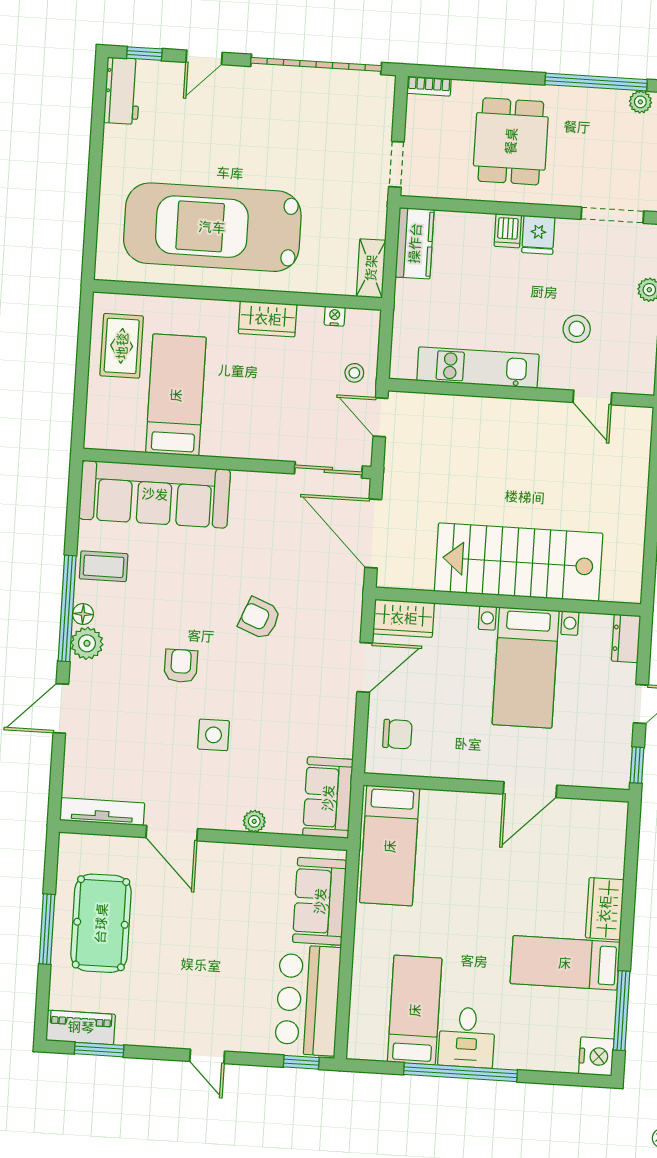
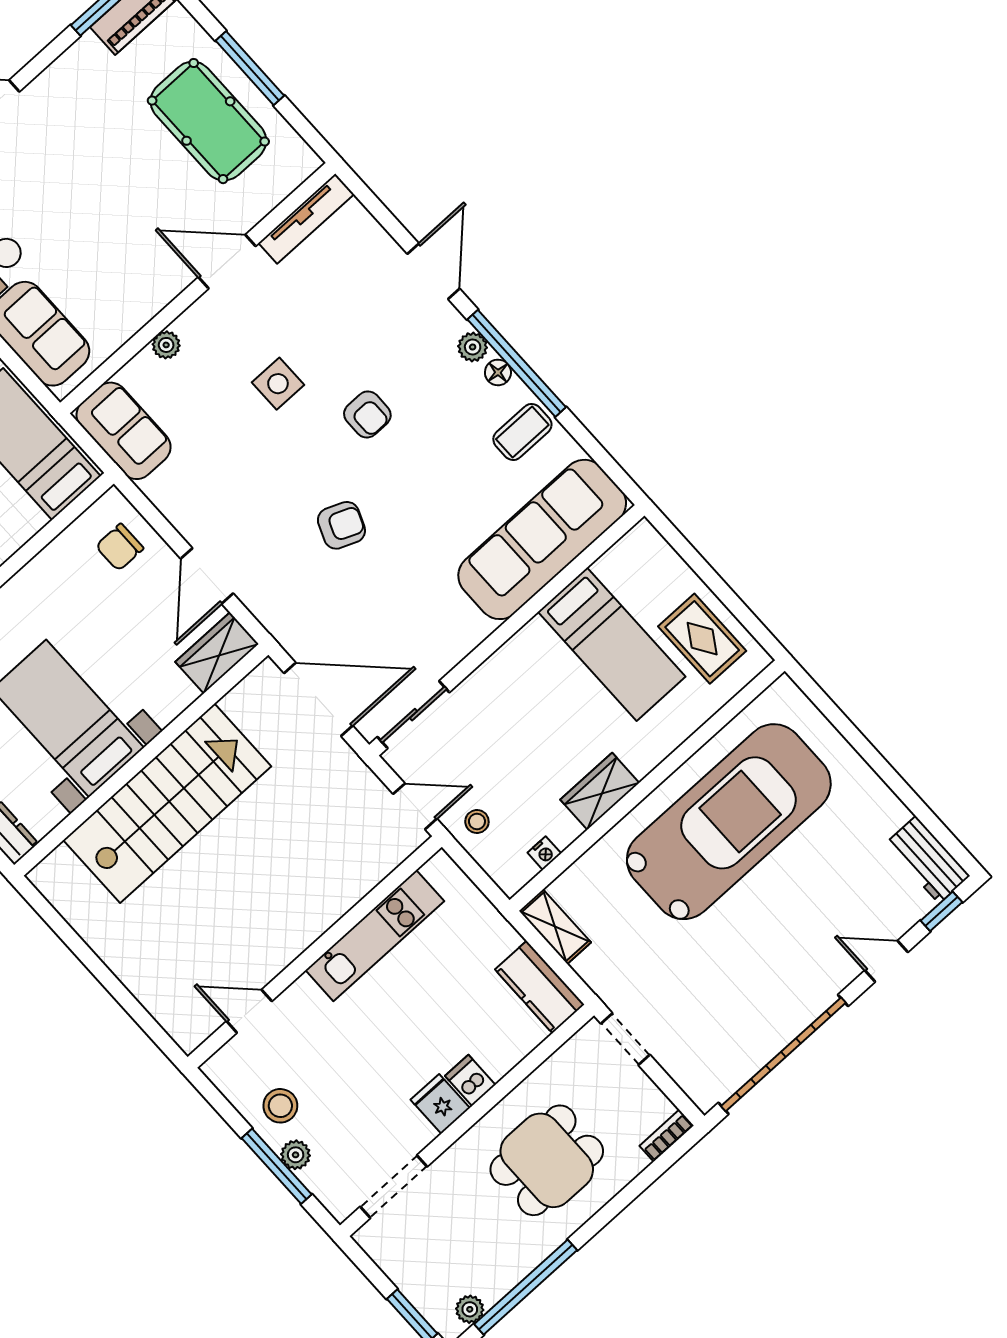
door: (204, 57) -> (886, 961), hinge flipped
dining table: (511, 141) -> (547, 1160), turned 90
stool: (577, 329) -> (280, 1106), moved
plant: (87, 643) -> (473, 347), width x0.73, depth x0.73

